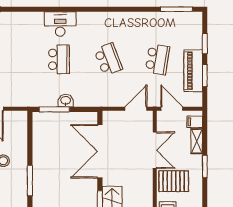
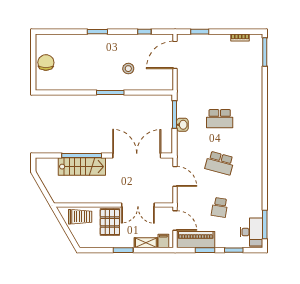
desk: (60, 24) -> (251, 232), moved
school desk: (108, 59) -> (220, 163), turned 36
school desk: (157, 59) -> (220, 207), width x0.54
piano: (193, 71) -> (196, 240), moved
door: (136, 109) -> (175, 176), moved
door: (172, 109) -> (175, 220), hinge flipped

